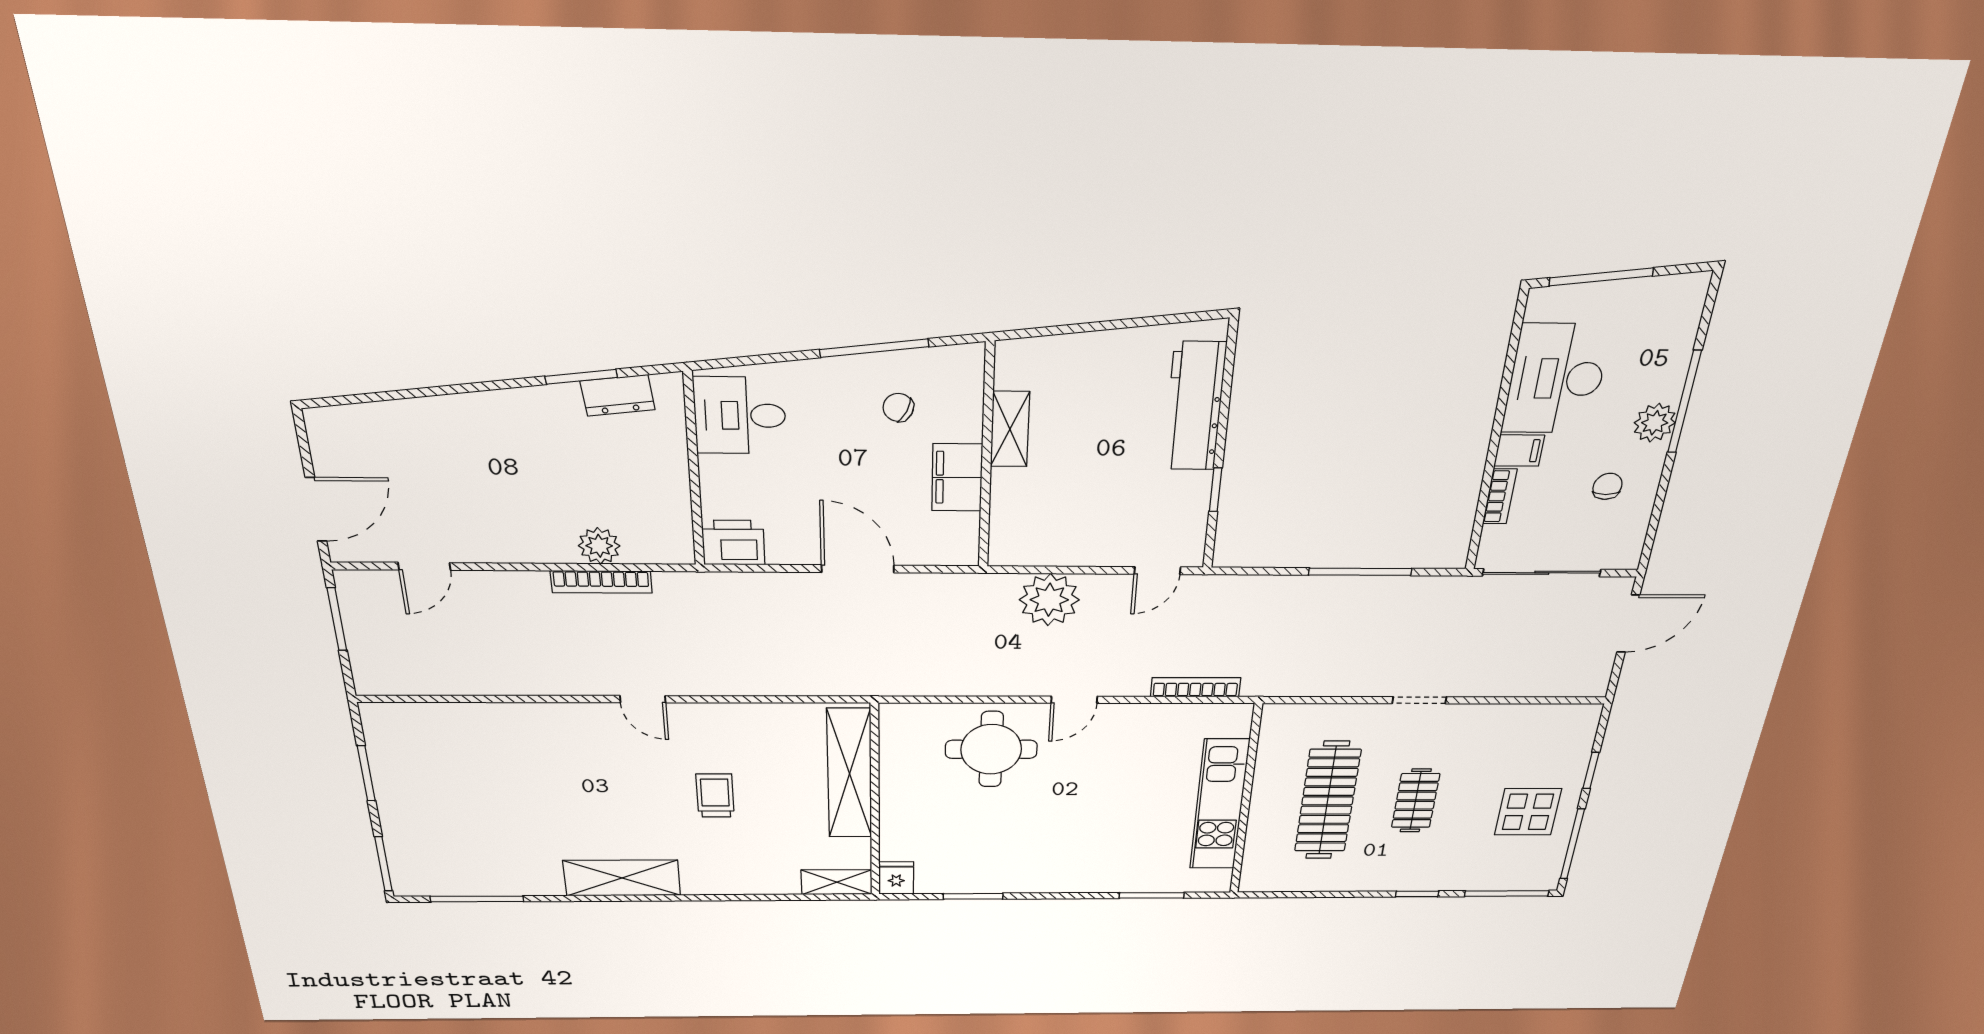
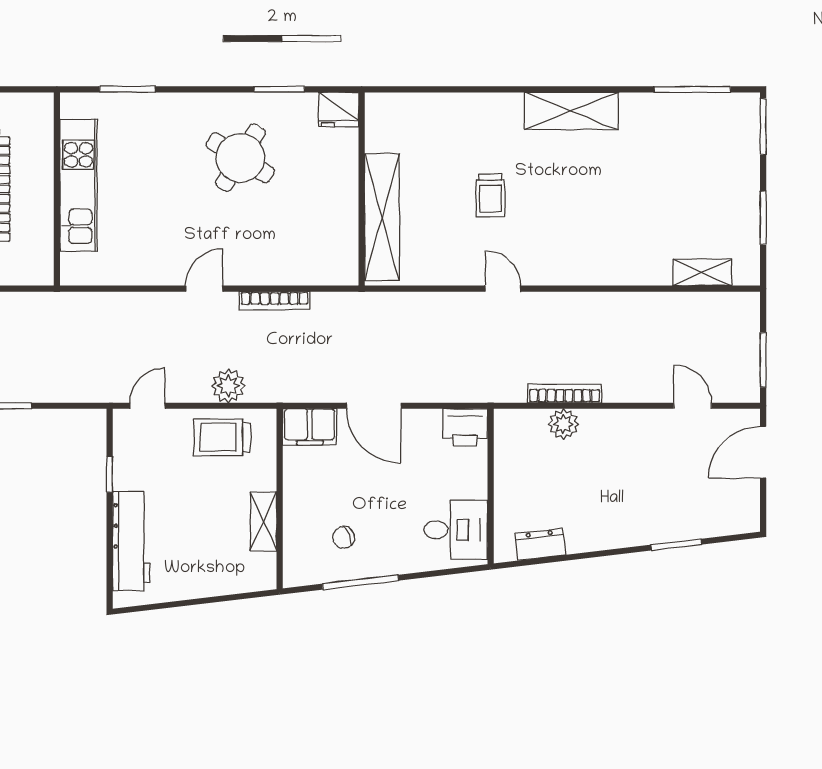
window: (581, 377) -> (676, 545), moved
chair: (898, 407) -> (344, 537), turned 130
filing cabinet: (957, 478) -> (310, 427), moved, turned 90
trolley: (1061, 533) -> (222, 437), added
door: (424, 566) -> (693, 406), hinge flipped
plant: (1049, 600) -> (228, 386), width x0.73, depth x0.73
bookcase: (1196, 687) -> (275, 301), moved
door: (643, 699) -> (503, 289), moved
round table: (991, 749) -> (240, 158), moved, turned 32
fridge: (896, 878) -> (339, 110), width x1.38
shelving: (837, 882) -> (702, 272), moved

